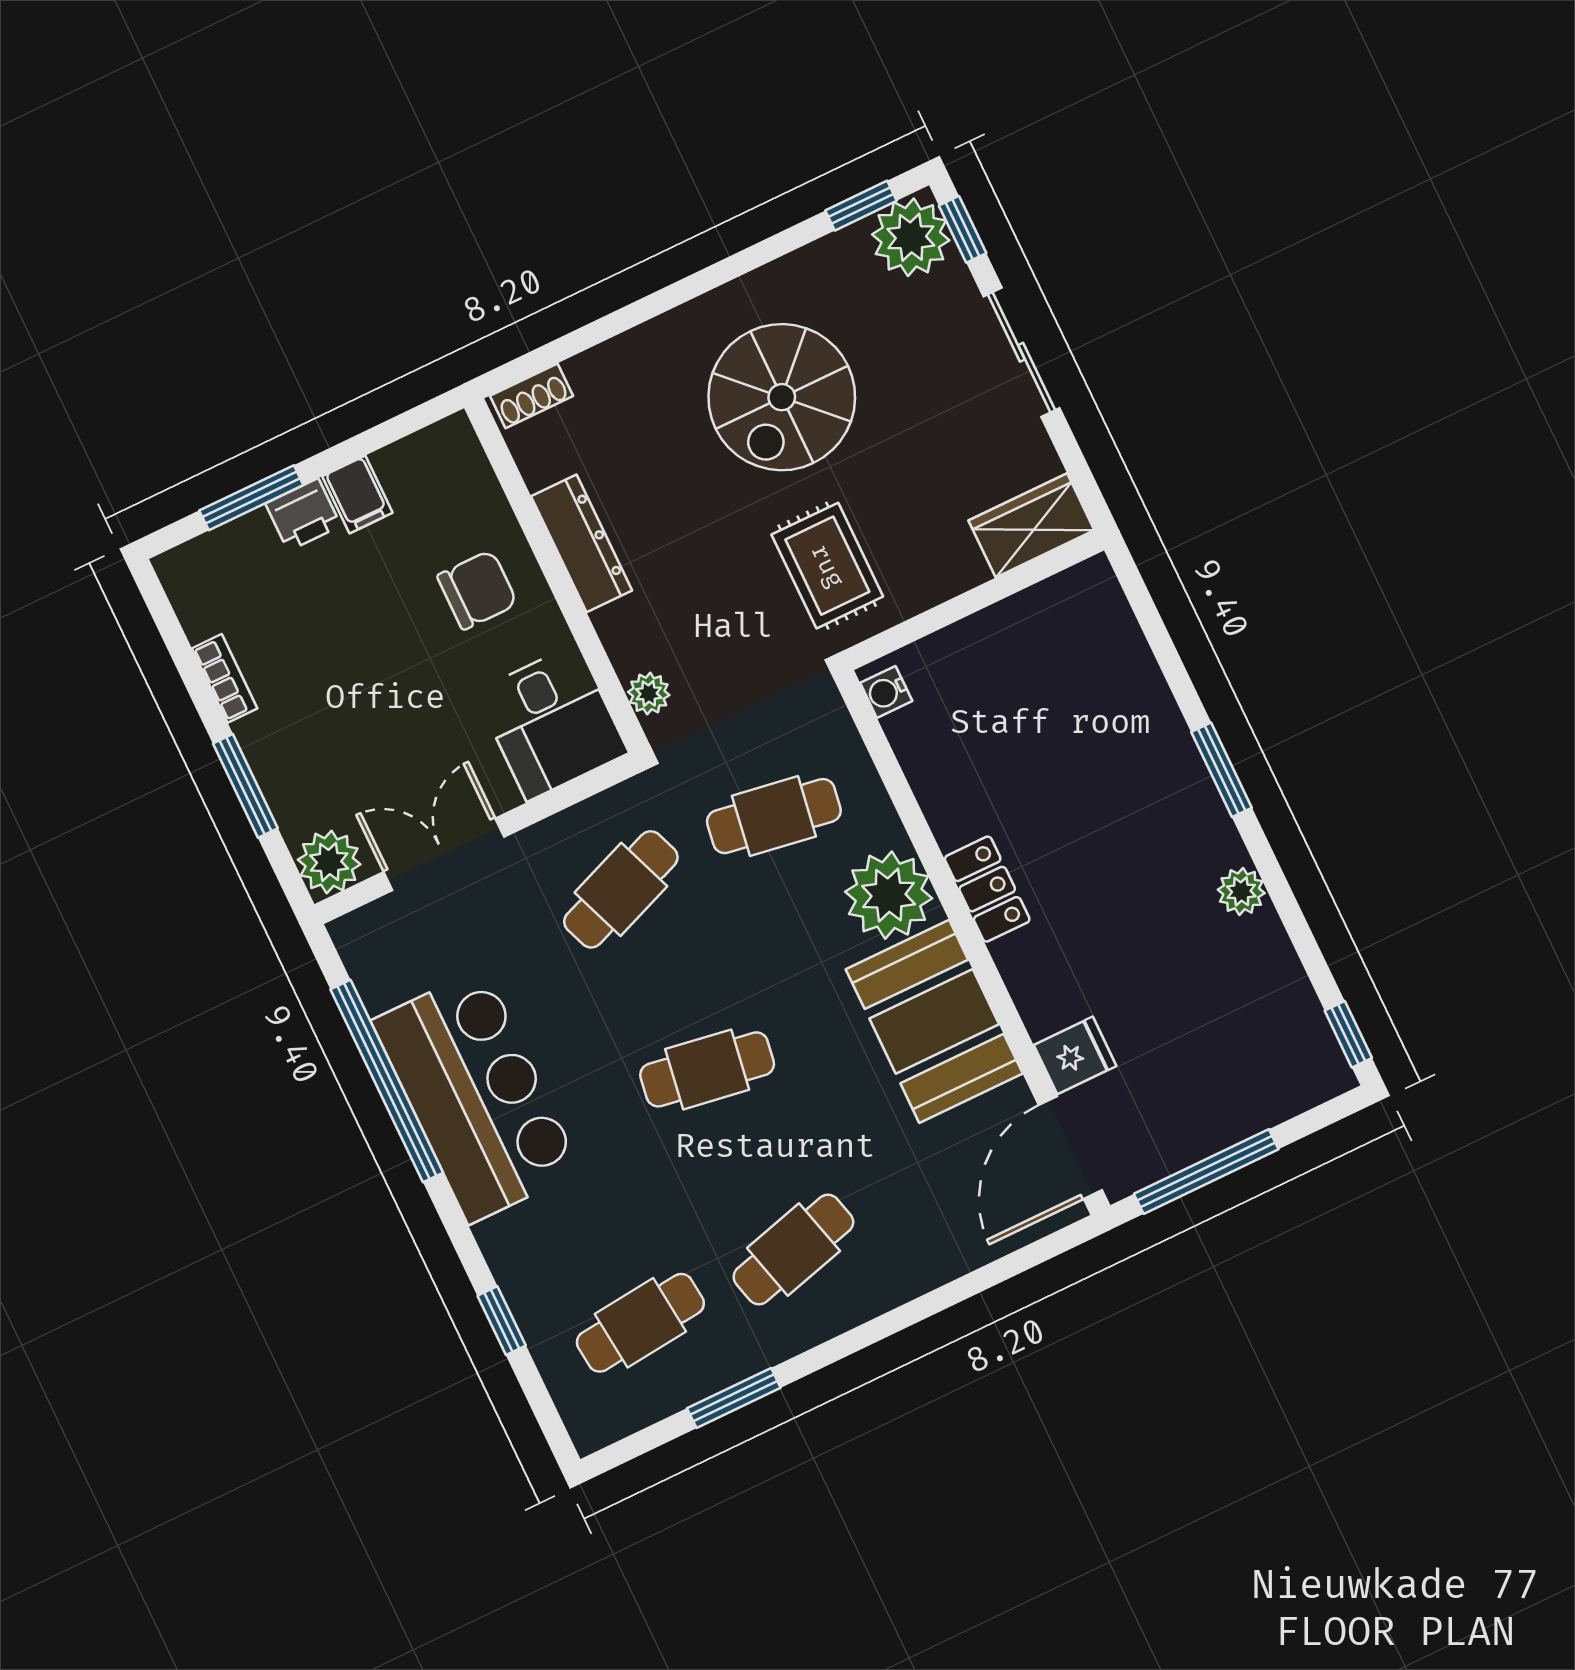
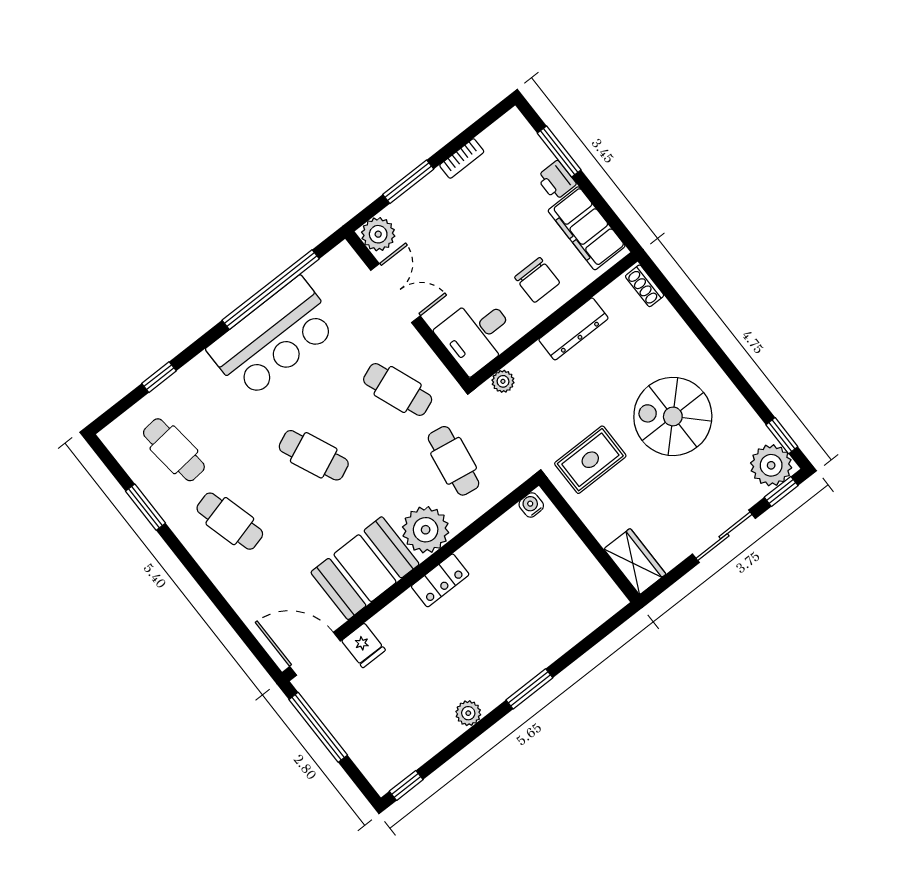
filing cabinet: (357, 494) -> (587, 228), width x3.00, depth x1.17
cafe table: (707, 1069) -> (314, 455), turned -33

